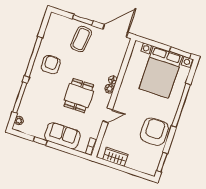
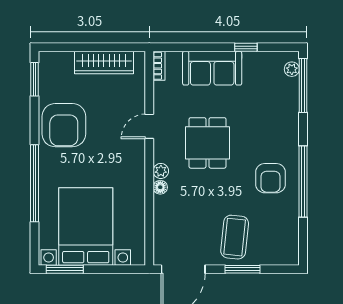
window: (20, 97) -> (303, 86), moved
wardrobe: (115, 157) -> (104, 63), width x1.50

